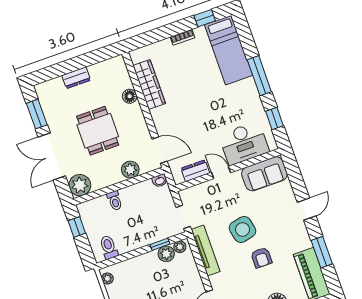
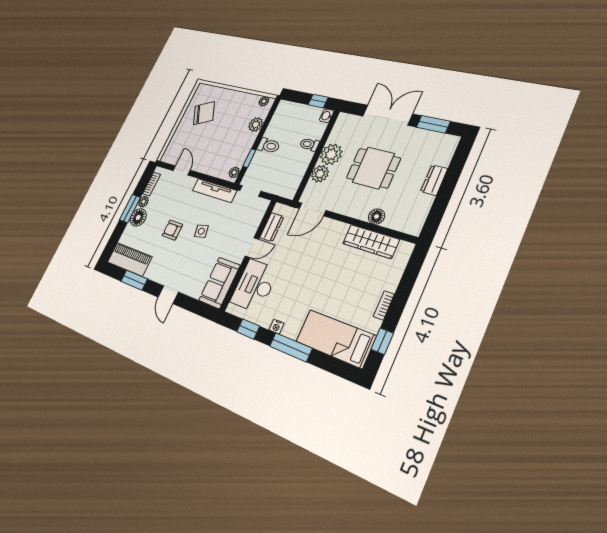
nightstand: (256, 99) -> (276, 327), added
washbasin: (160, 181) -> (327, 116), moved
plant: (80, 185) -> (331, 154), moved
side table: (242, 229) -> (201, 231), width x0.54, depth x0.54
toilet: (109, 247) -> (269, 146), moved
plant: (166, 254) -> (256, 125), moved

